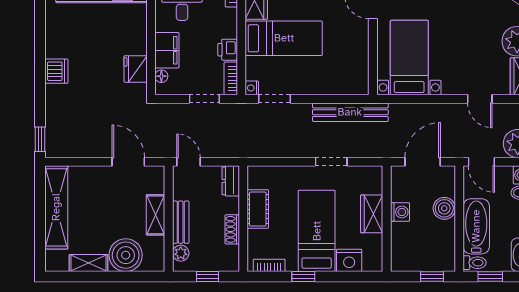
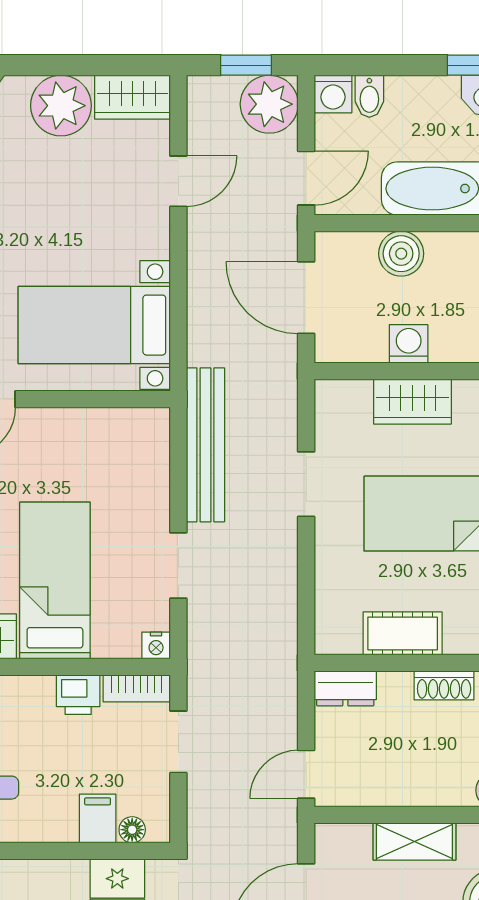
filing cabinet: (167, 50) -> (98, 818), width x0.50
doorway: (275, 99) -> (178, 565), moved
bench: (181, 222) -> (429, 790), removed

